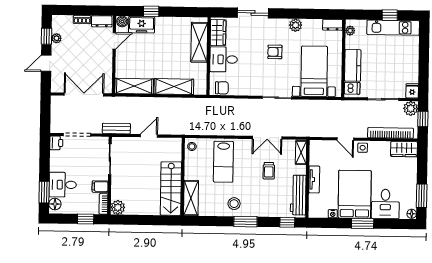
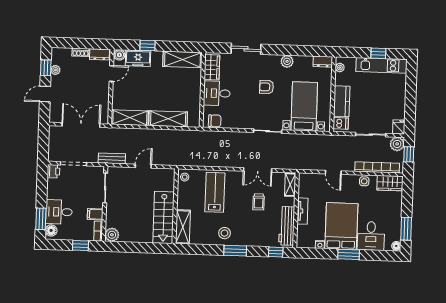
shelving: (199, 42) -> (182, 59), moved, turned 90
side table: (363, 148) -> (364, 181), moved
lab bench: (223, 162) -> (215, 192), turned 180

